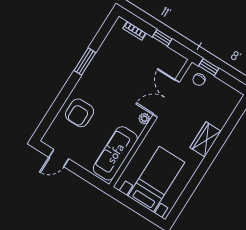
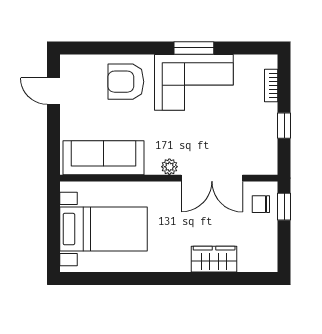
corner sofa: (105, 74) -> (194, 82), added
double door: (166, 98) -> (212, 178), swing flipped
wardrobe: (205, 139) -> (214, 259), moved

